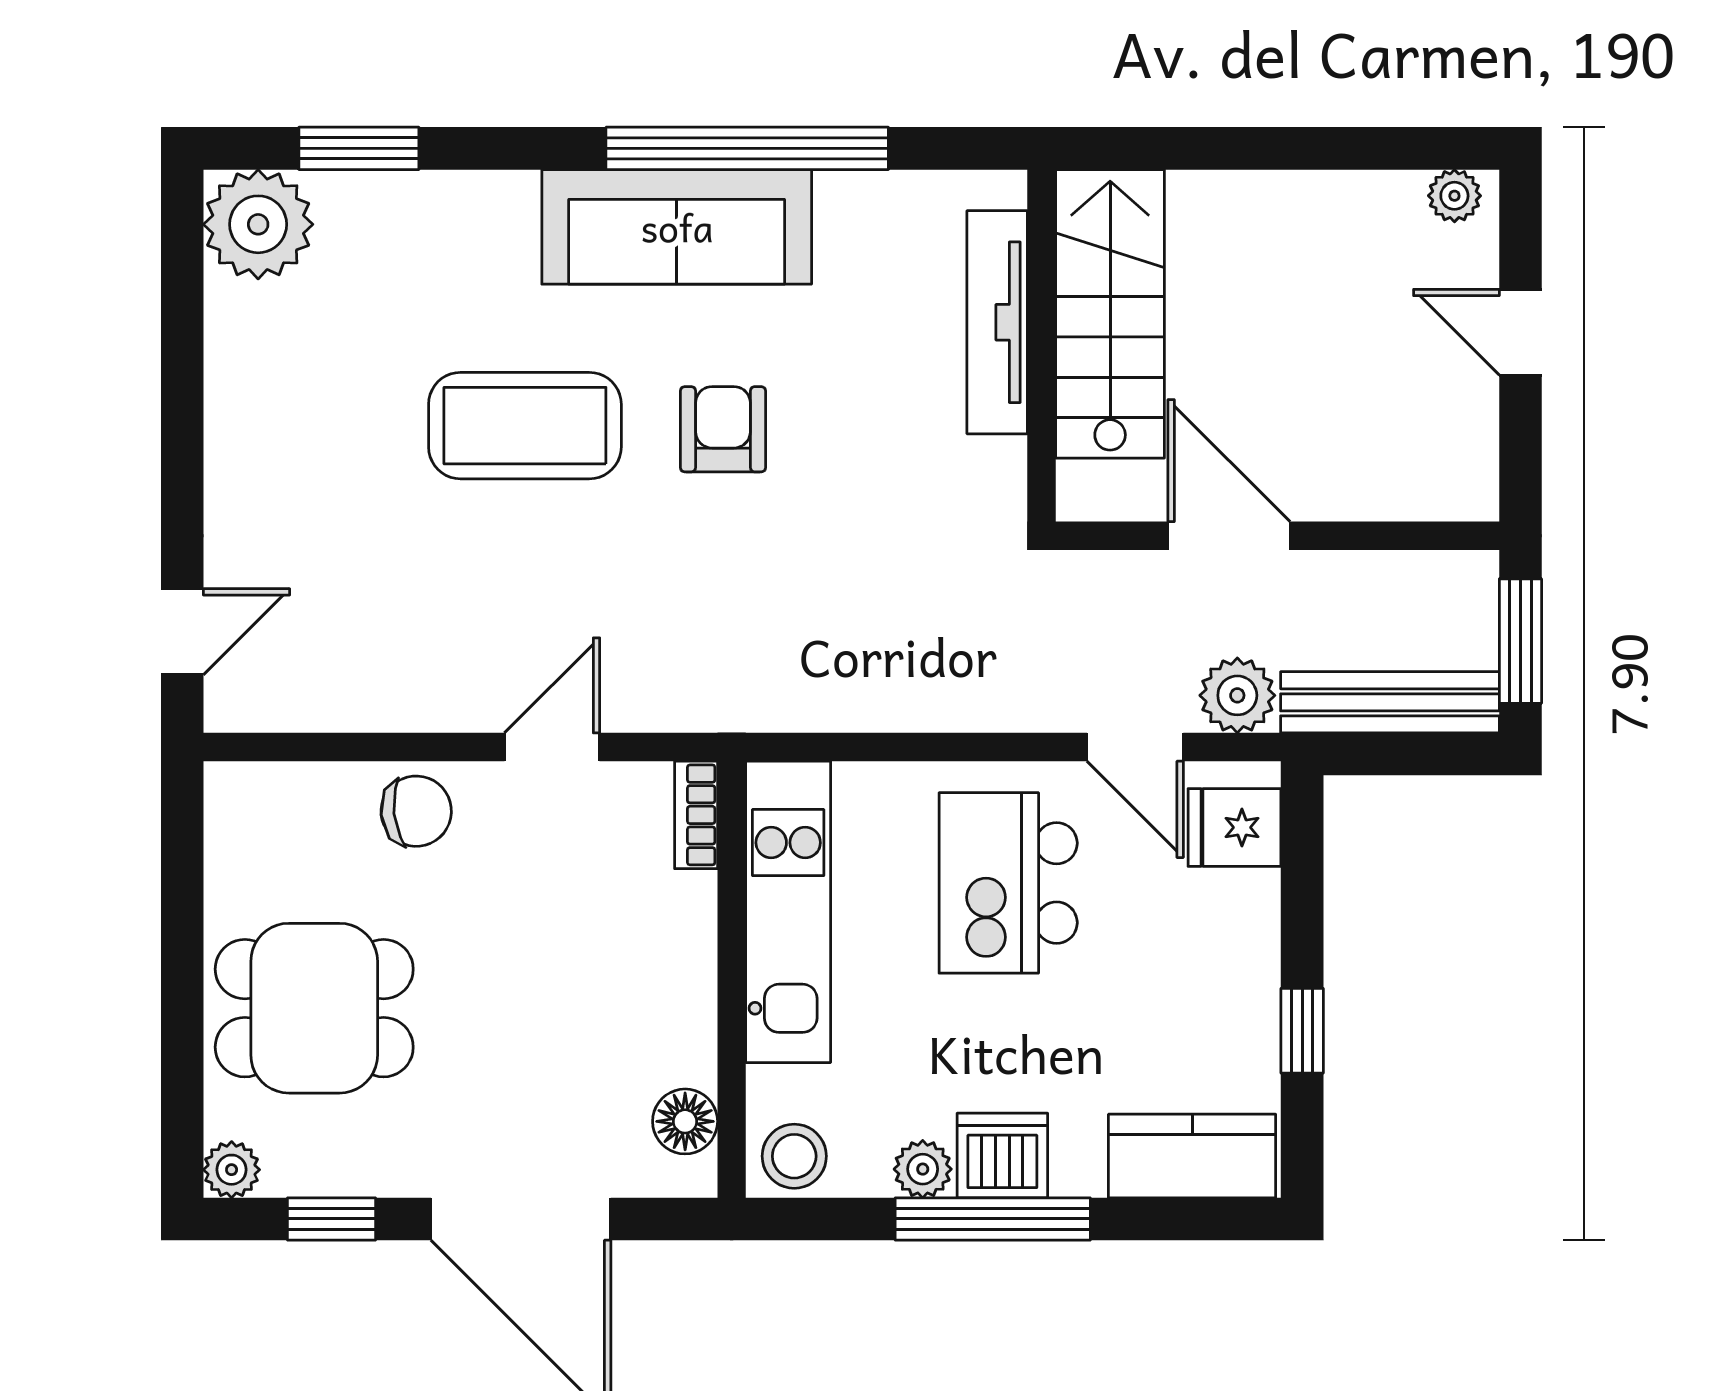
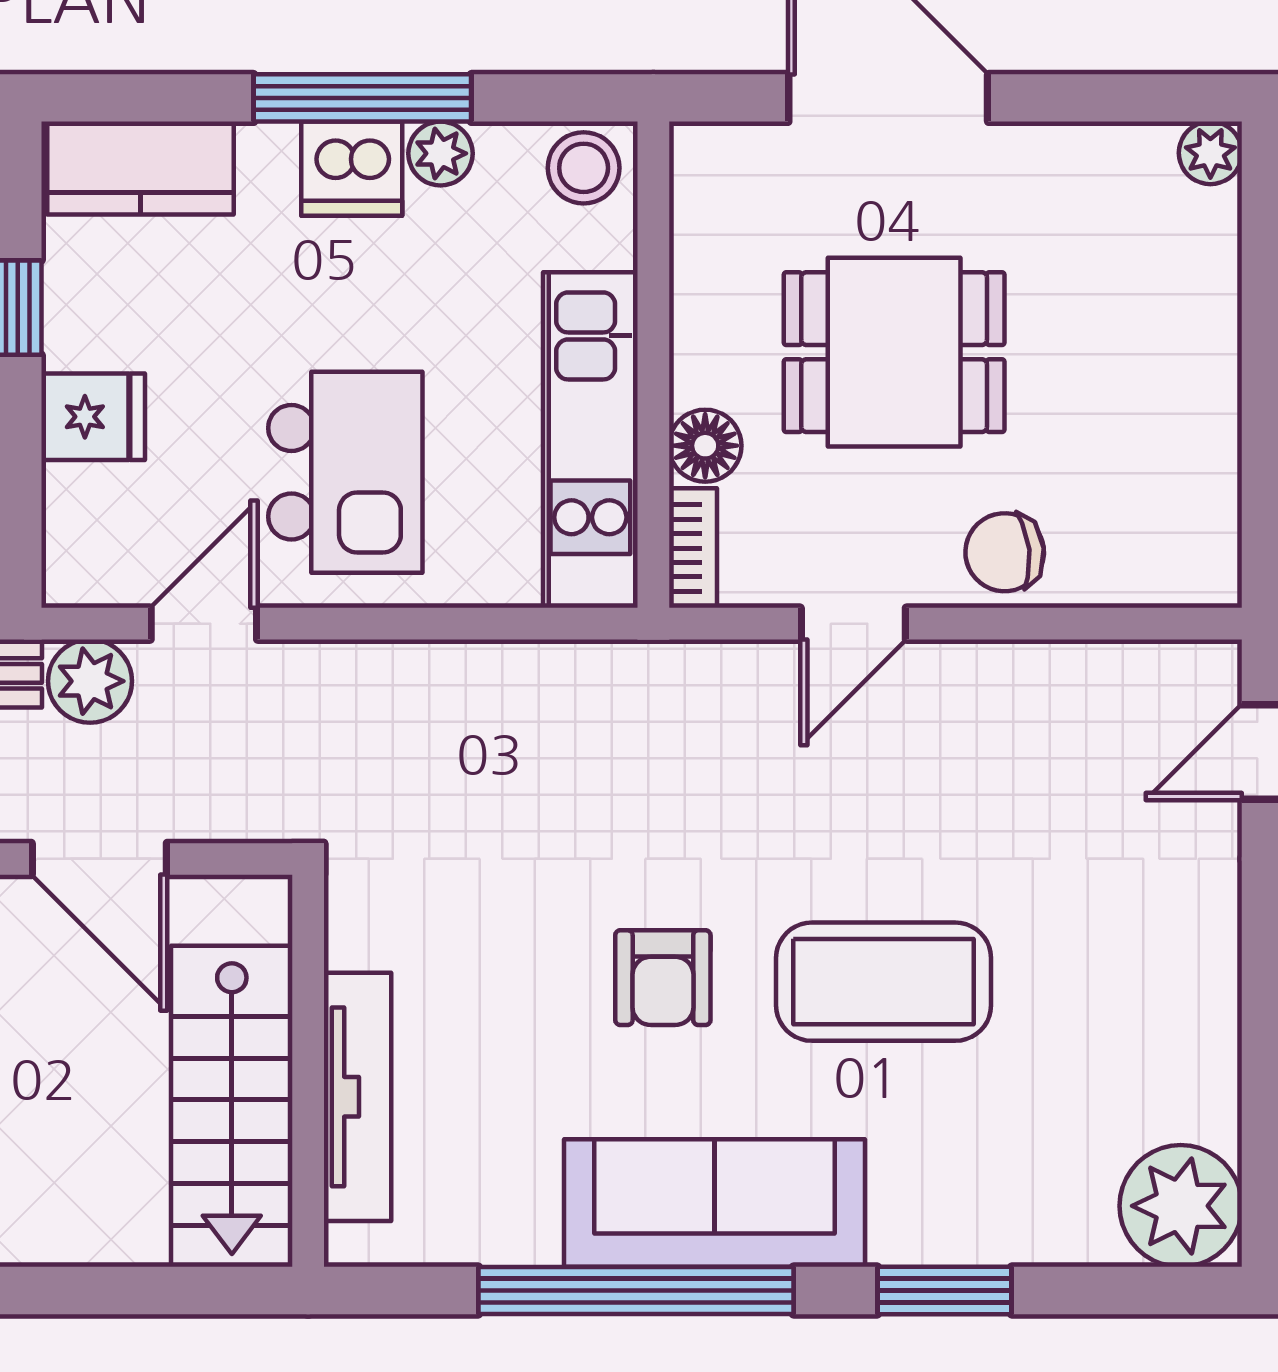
window: (359, 148) -> (945, 1290), moved
door: (1135, 747) -> (204, 624), hinge flipped
fridge: (1235, 827) -> (93, 417), moved
dining table: (314, 1008) -> (894, 352), moved
floor lamp: (685, 1121) -> (705, 446), moved
window: (332, 1219) -> (1099, 98), removed

